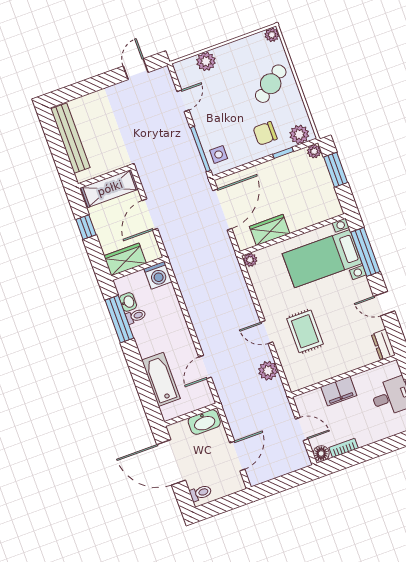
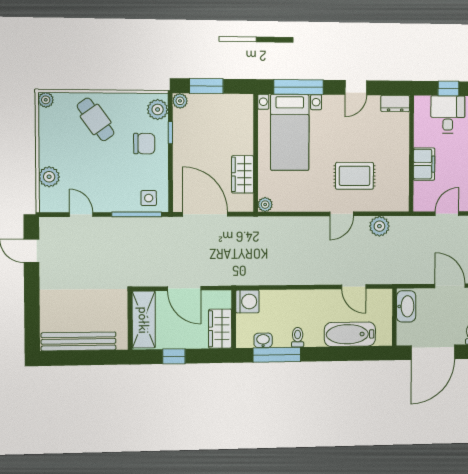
chair: (265, 133) -> (144, 144), turned -90
toilet: (136, 316) -> (298, 337), moved

